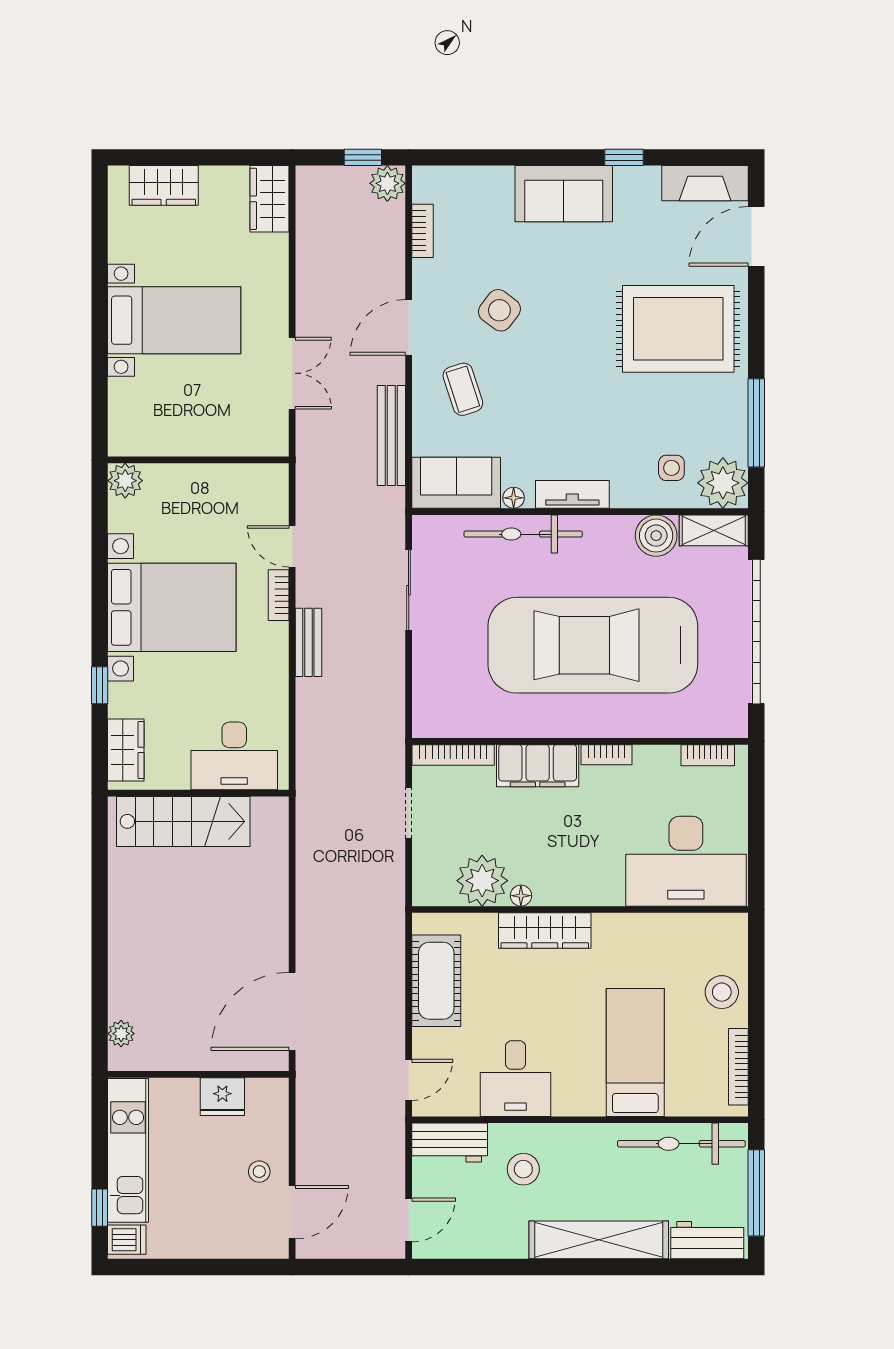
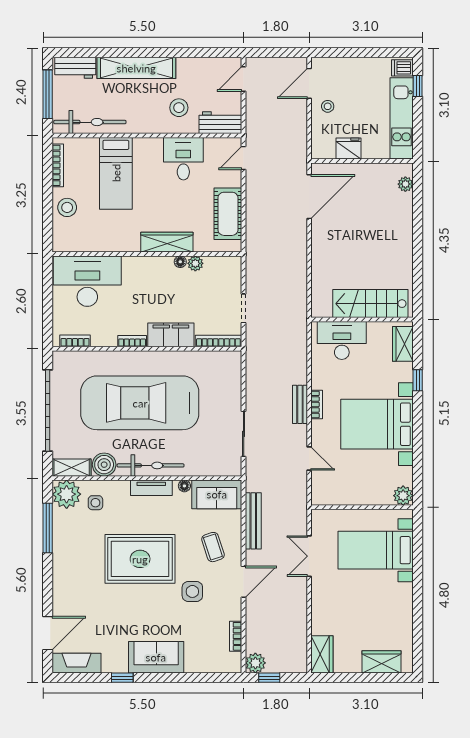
side table: (499, 310) -> (192, 591), turned -37
bed with nightstands: (174, 320) -> (376, 550), moved
rug: (678, 329) -> (140, 559), moved
bicycle: (523, 534) -> (151, 465), moved
bookcase: (279, 595) -> (317, 404), moved
car: (593, 645) -> (140, 403), turned 180
plant: (482, 881) -> (195, 263), width x0.53, depth x0.53

